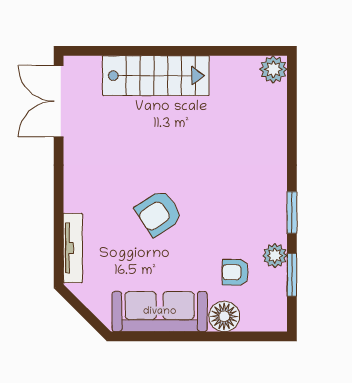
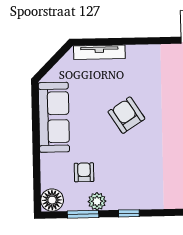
window: (292, 213) -> (129, 213), width x0.67
floor lamp: (224, 316) -> (52, 200), moved

